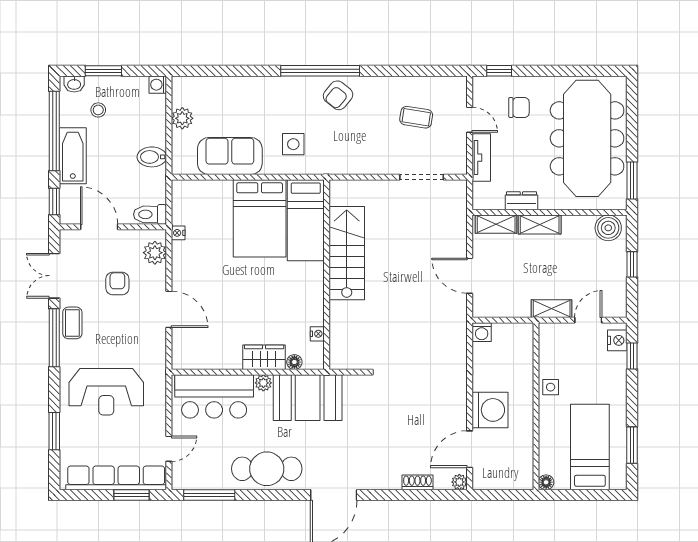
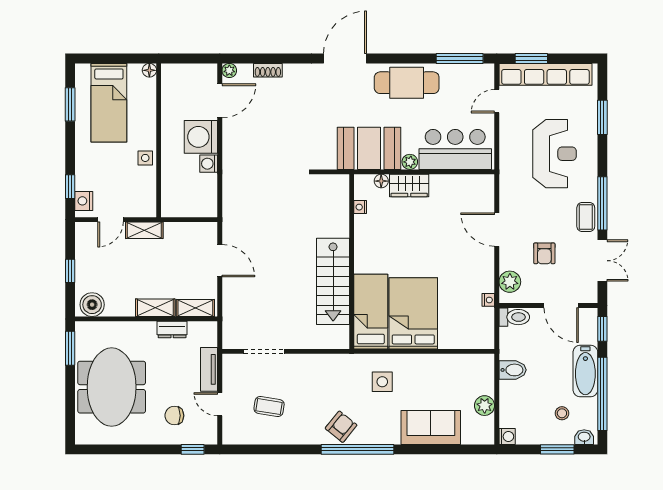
meeting table: (587, 138) -> (112, 387), width x0.73
sofa: (230, 156) -> (431, 427), moved, turned 180
washing machine: (482, 332) -> (209, 164), moved, turned -90
reception desk: (106, 392) -> (555, 154), turned 90

